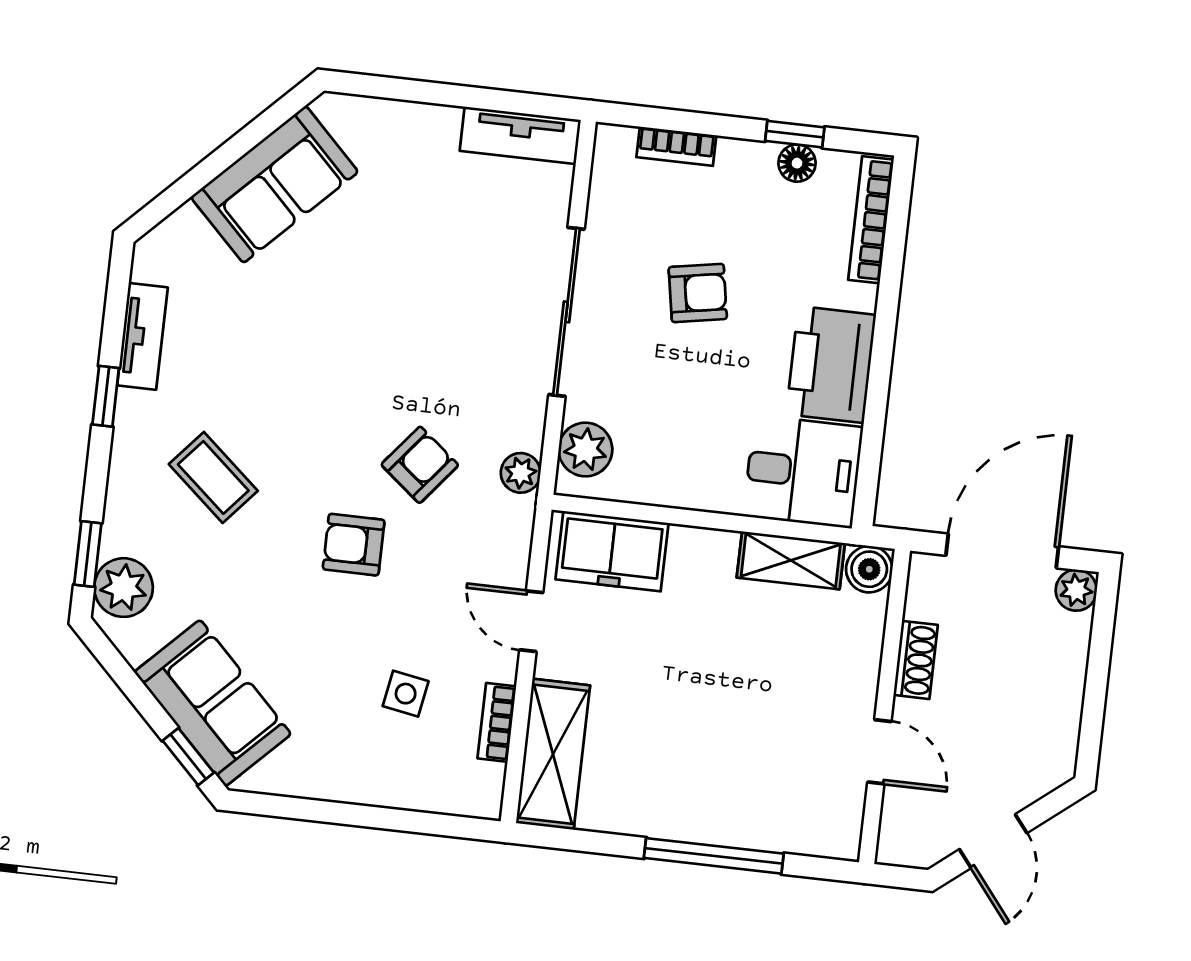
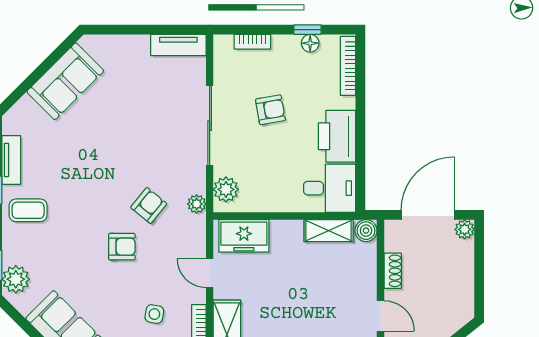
coffee table: (213, 477) -> (28, 210), moved, turned -41
armchair: (354, 545) -> (122, 247), turned 180

